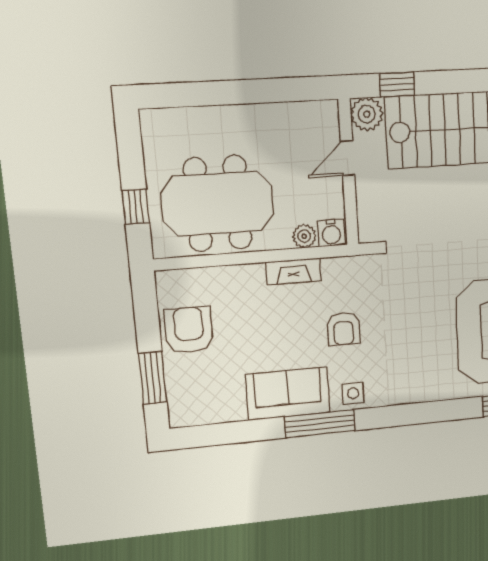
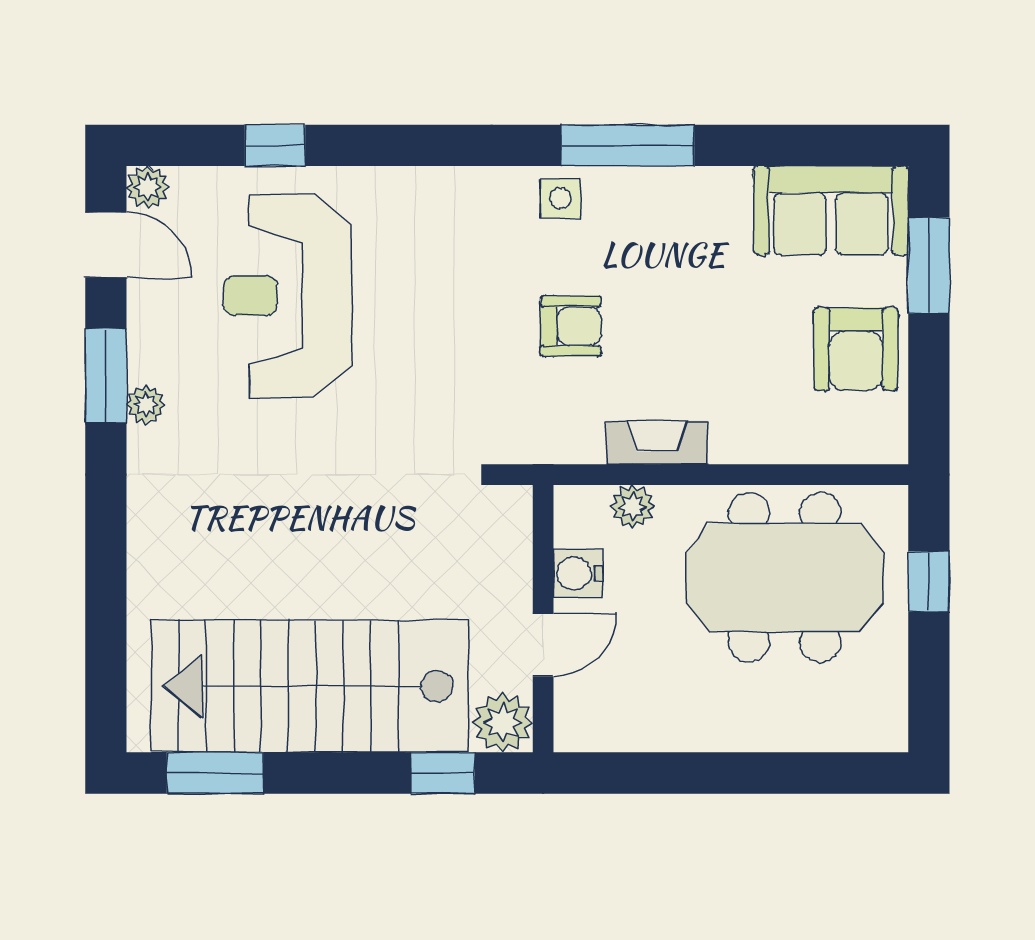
water cooler: (331, 233) -> (578, 573), moved, turned -90
armchair: (343, 329) -> (571, 326), turned 90
sofa: (288, 394) -> (831, 211), moved

